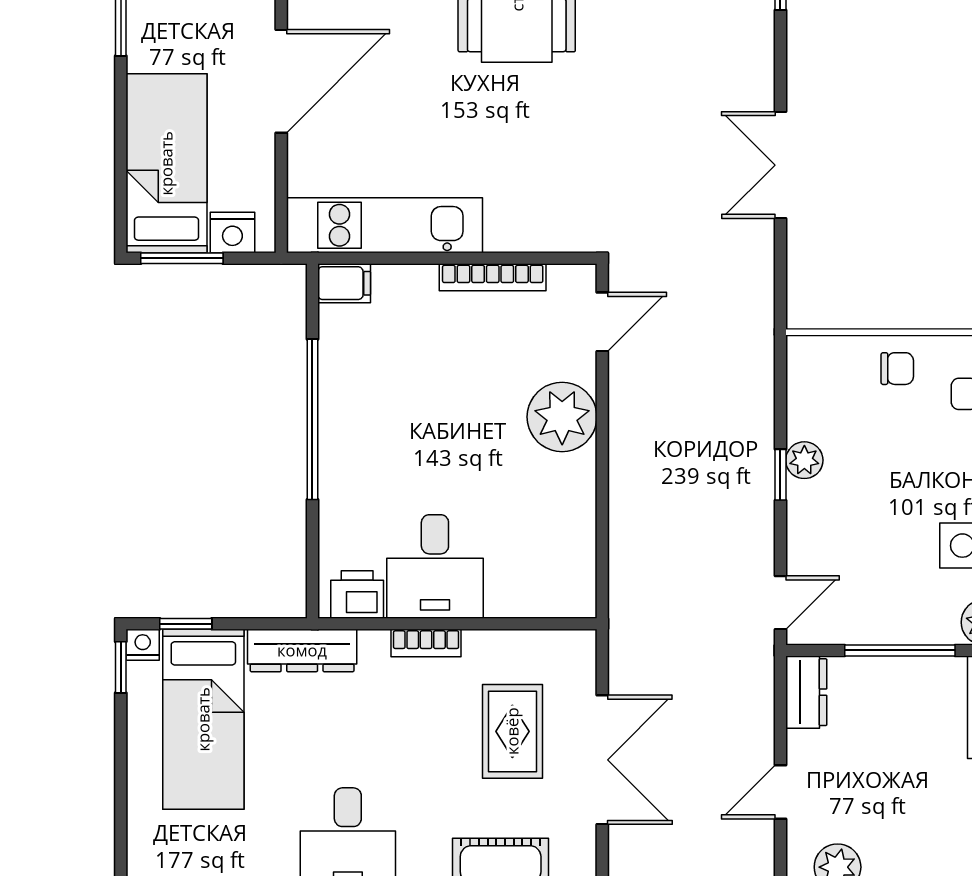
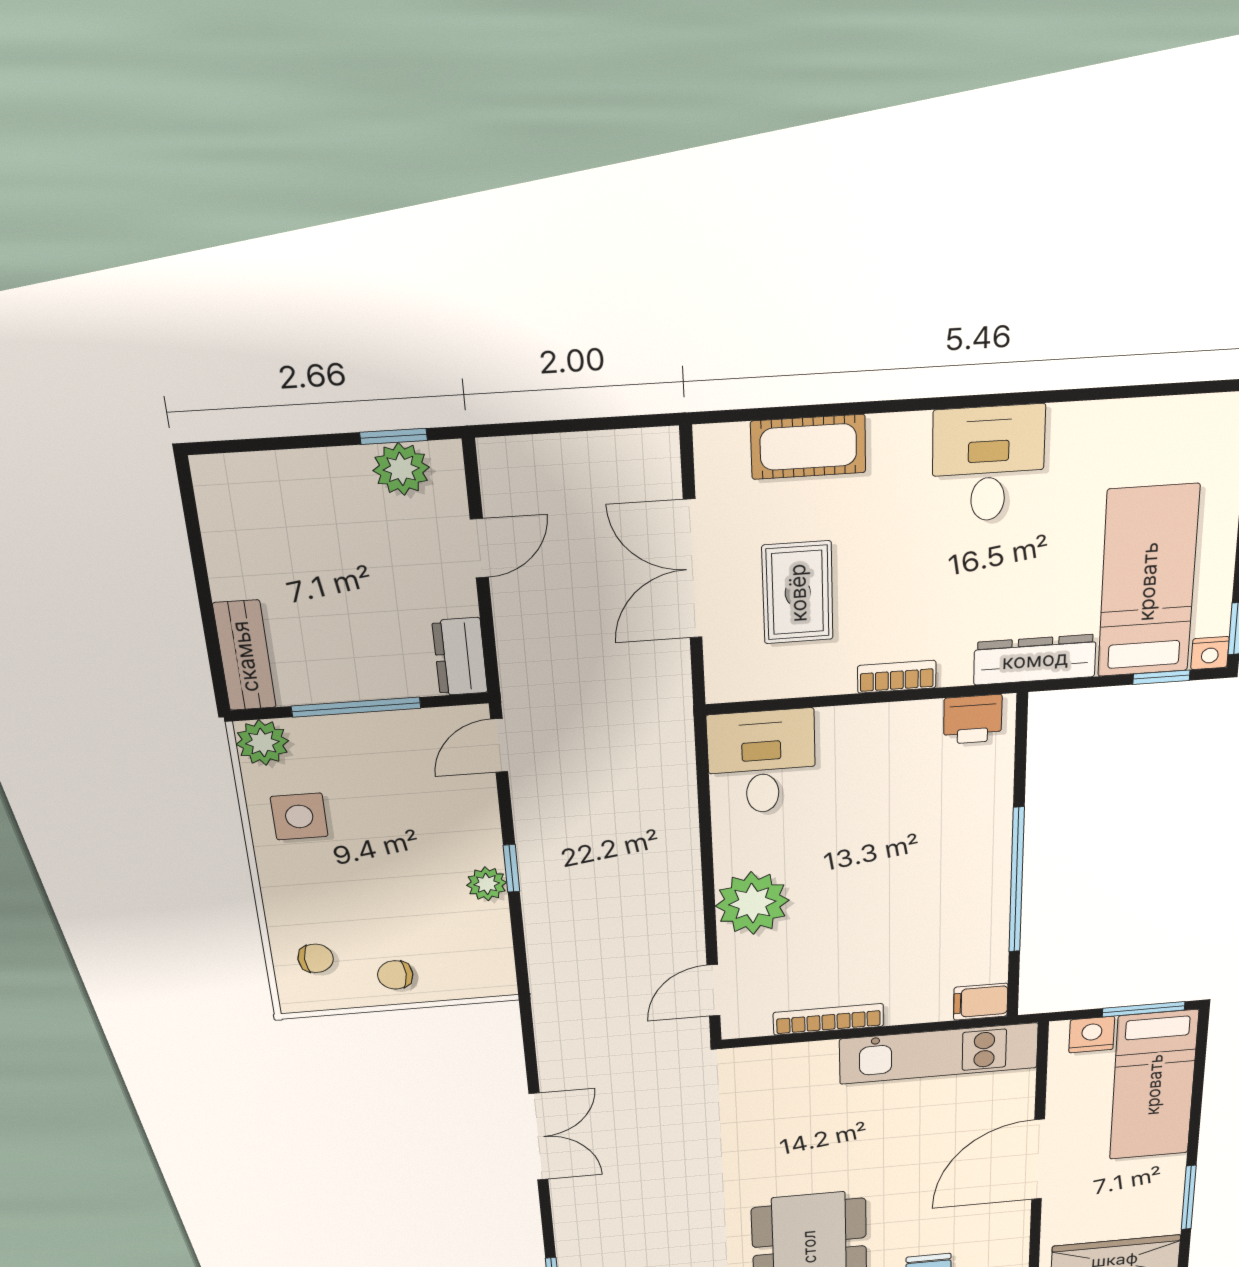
desk: (435, 566) -> (762, 762), moved

